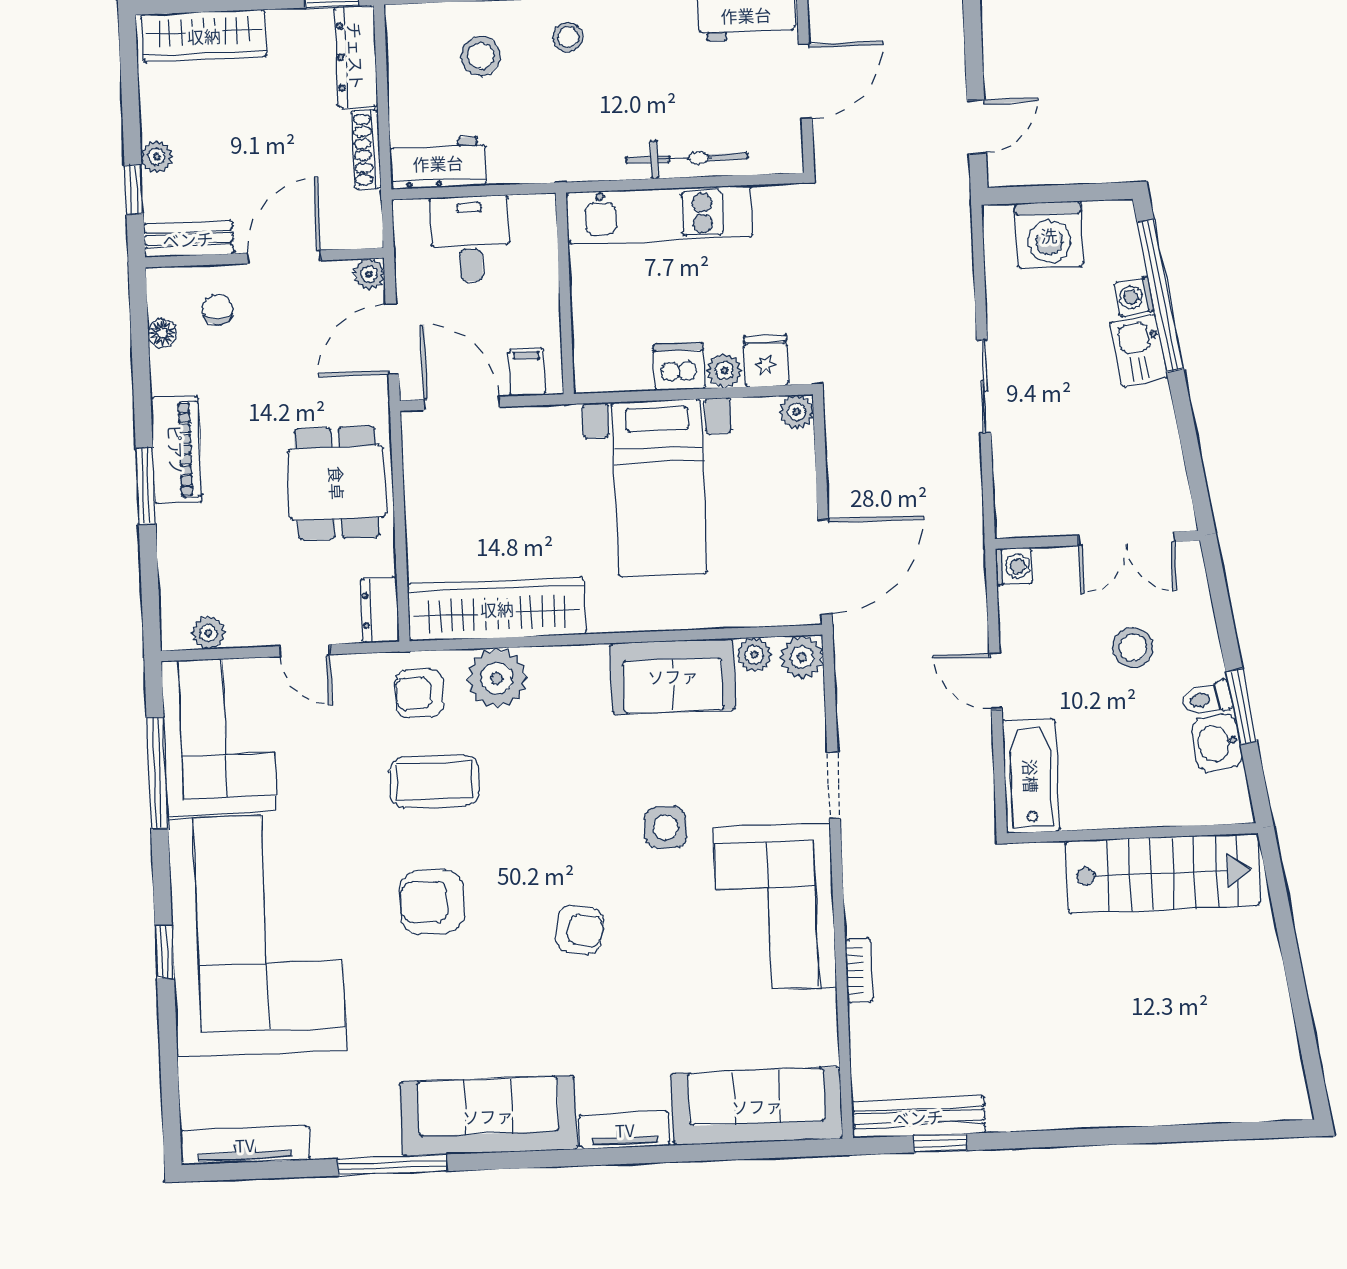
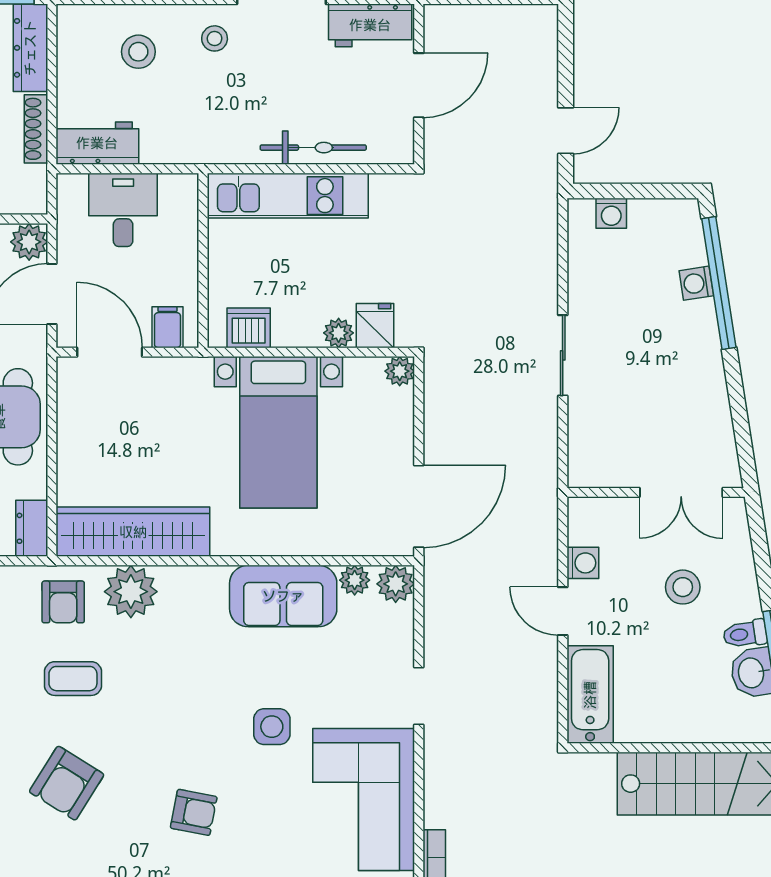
washing machine: (1049, 235) -> (611, 213), width x0.53, depth x0.53
plant: (369, 274) -> (29, 242), width x1.38, depth x1.38
kitchen sink: (1139, 350) -> (698, 330), removed
dishwasher: (679, 367) -> (249, 328), moved
washing machine: (1014, 566) -> (583, 563), moved
armchair: (419, 693) -> (63, 602), turned -90
coffee table: (434, 781) -> (73, 679), width x0.73, depth x0.77
armchair: (432, 902) -> (67, 783), turned -58

